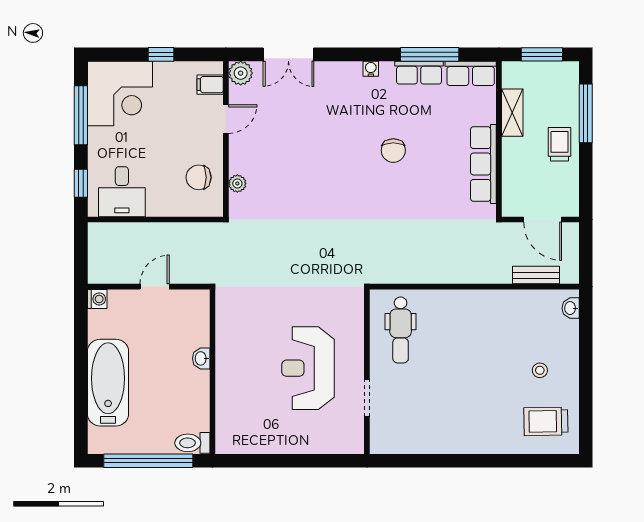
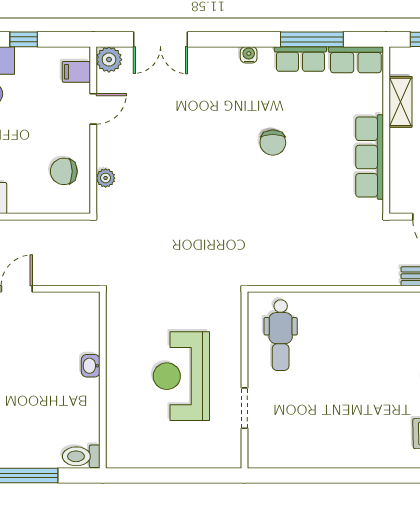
washbasin: (201, 358) -> (91, 366), moved
wall: (212, 372) -> (103, 380), moved
toilet: (192, 443) -> (81, 456), moved

